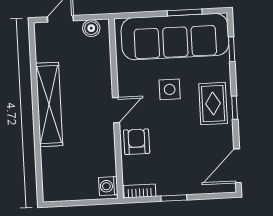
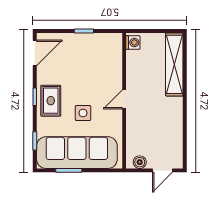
shelving: (49, 104) -> (174, 64), moved
armchair: (137, 142) -> (110, 75), removed
bookcase: (140, 191) -> (109, 38), removed

